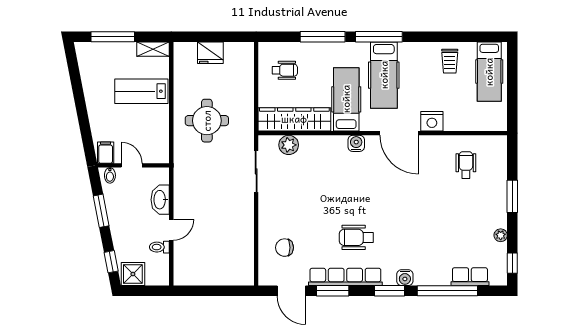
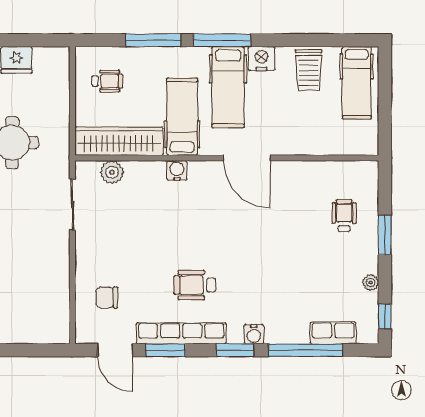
trolley: (450, 61) -> (309, 70), width x1.36, depth x1.39
nightstand: (432, 121) -> (262, 59), moved, turned 180
water cooler: (356, 143) -> (177, 170), moved
wheelchair: (466, 165) -> (344, 216), moved

